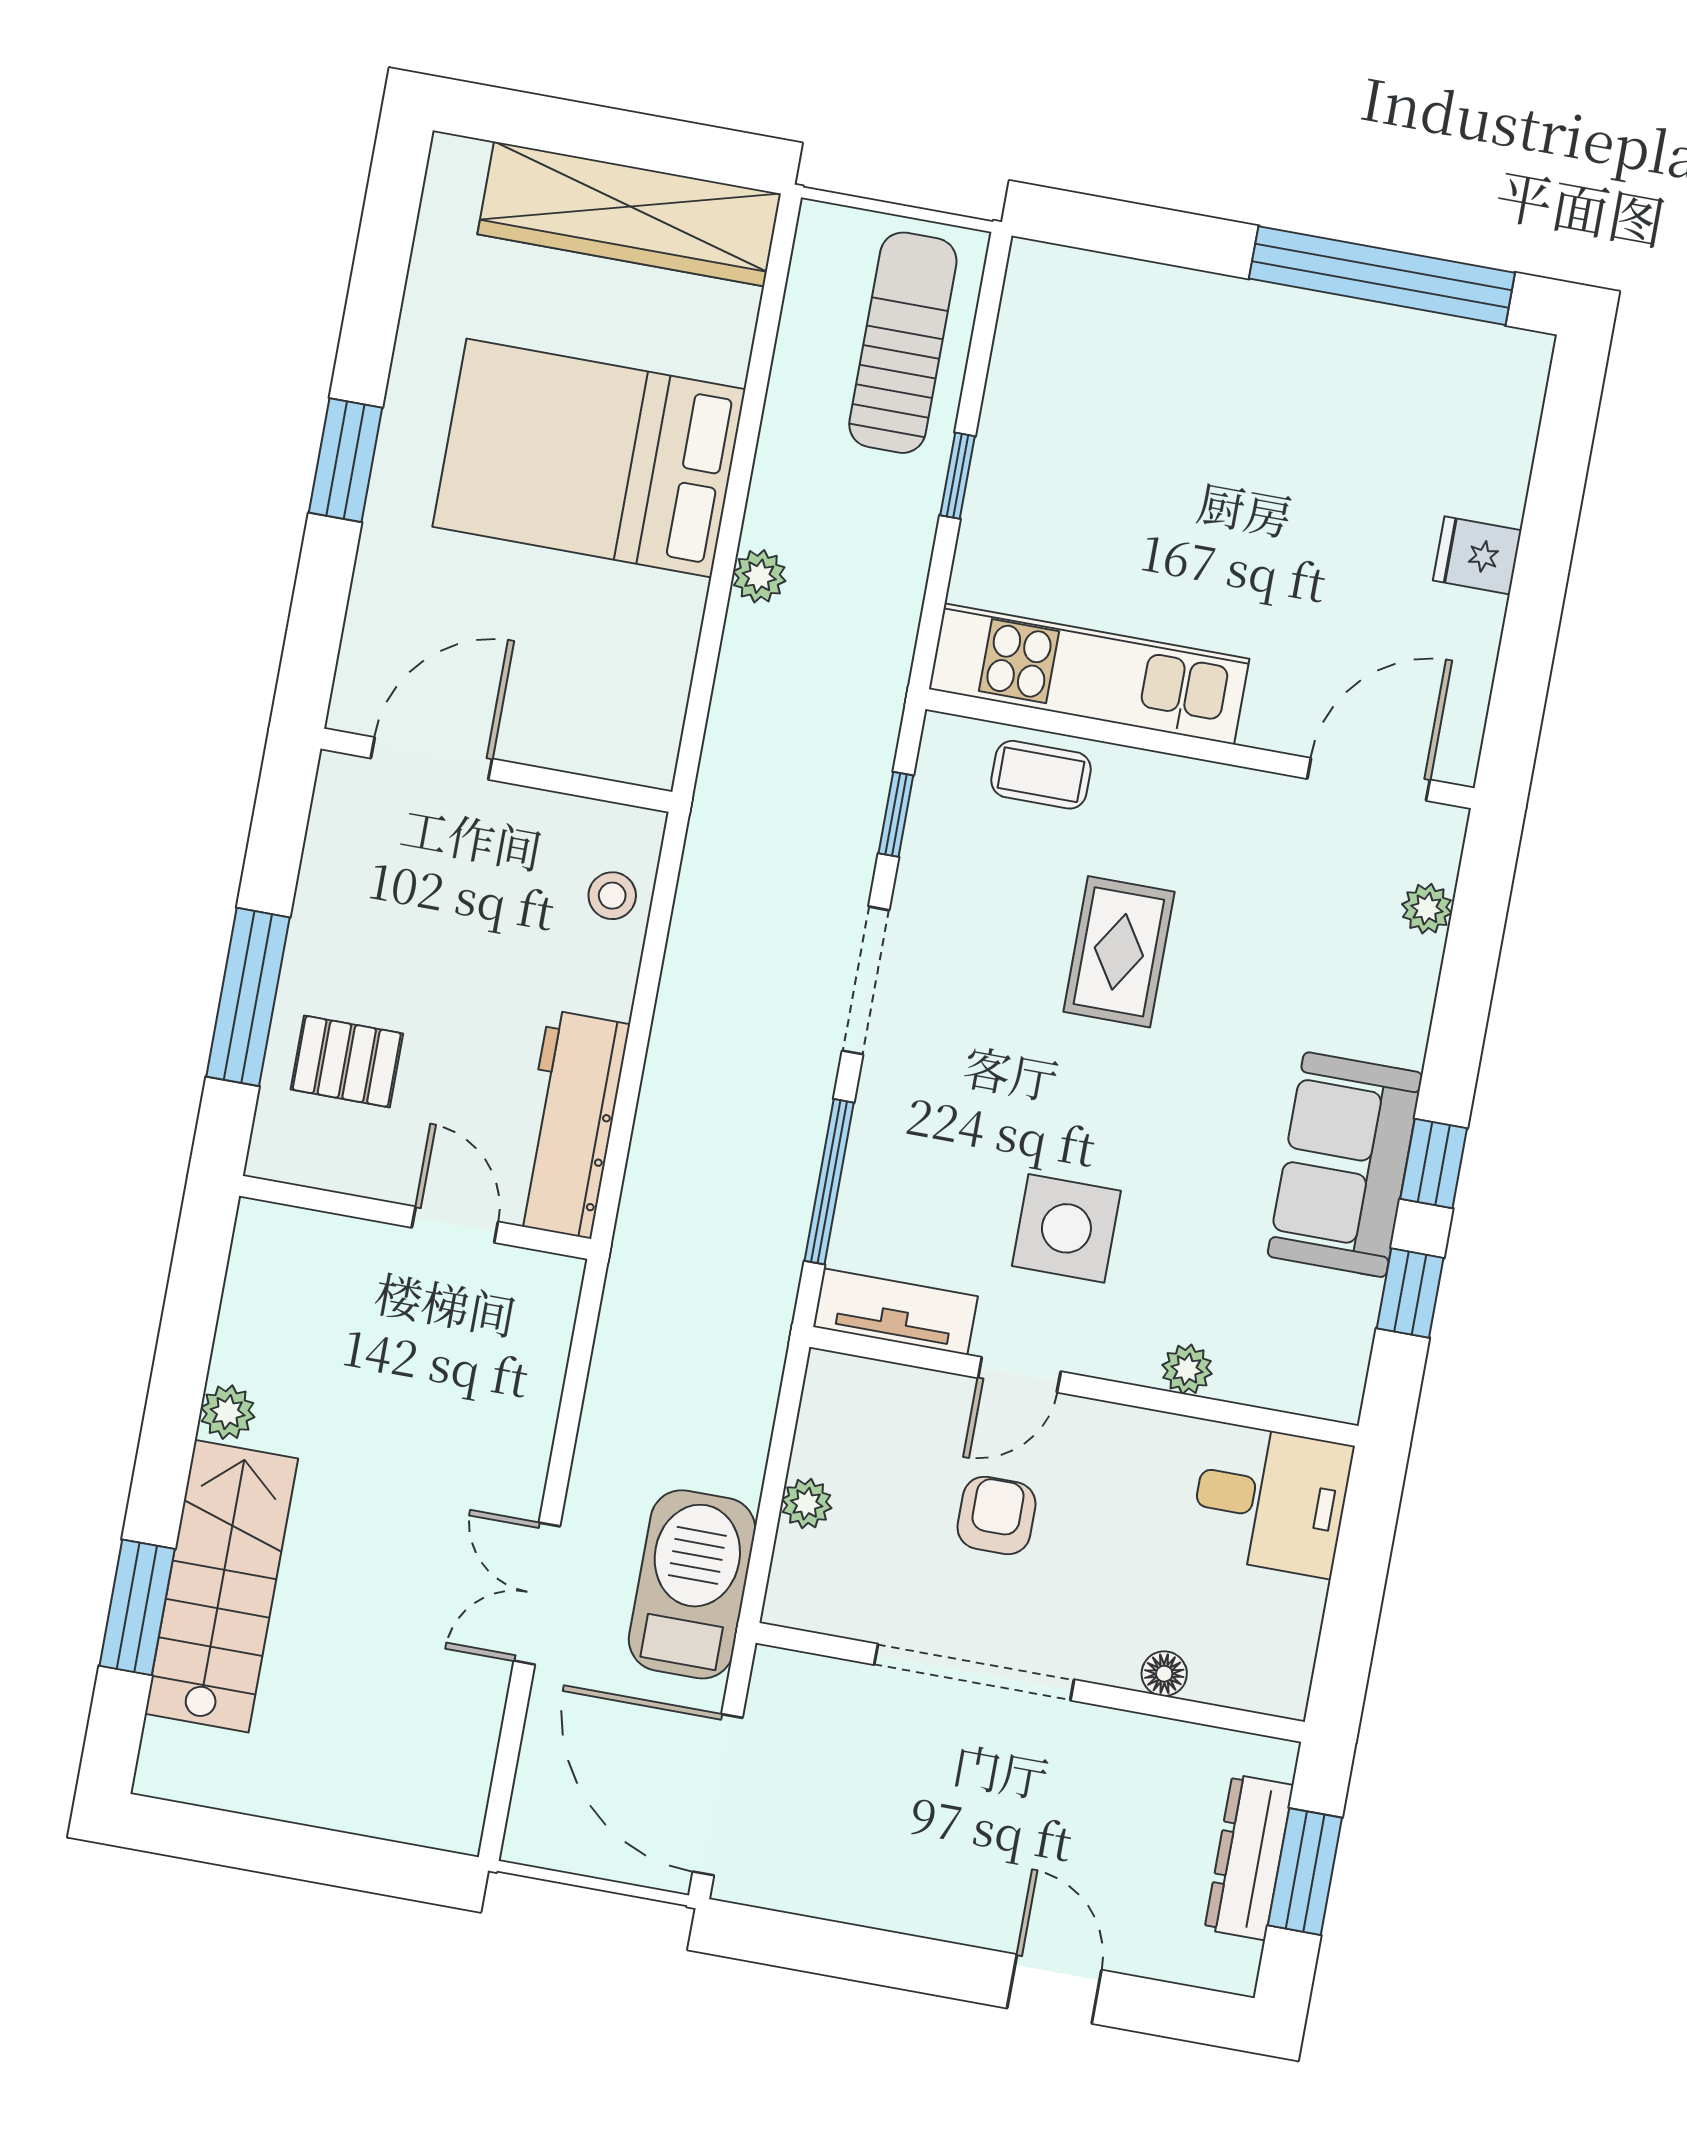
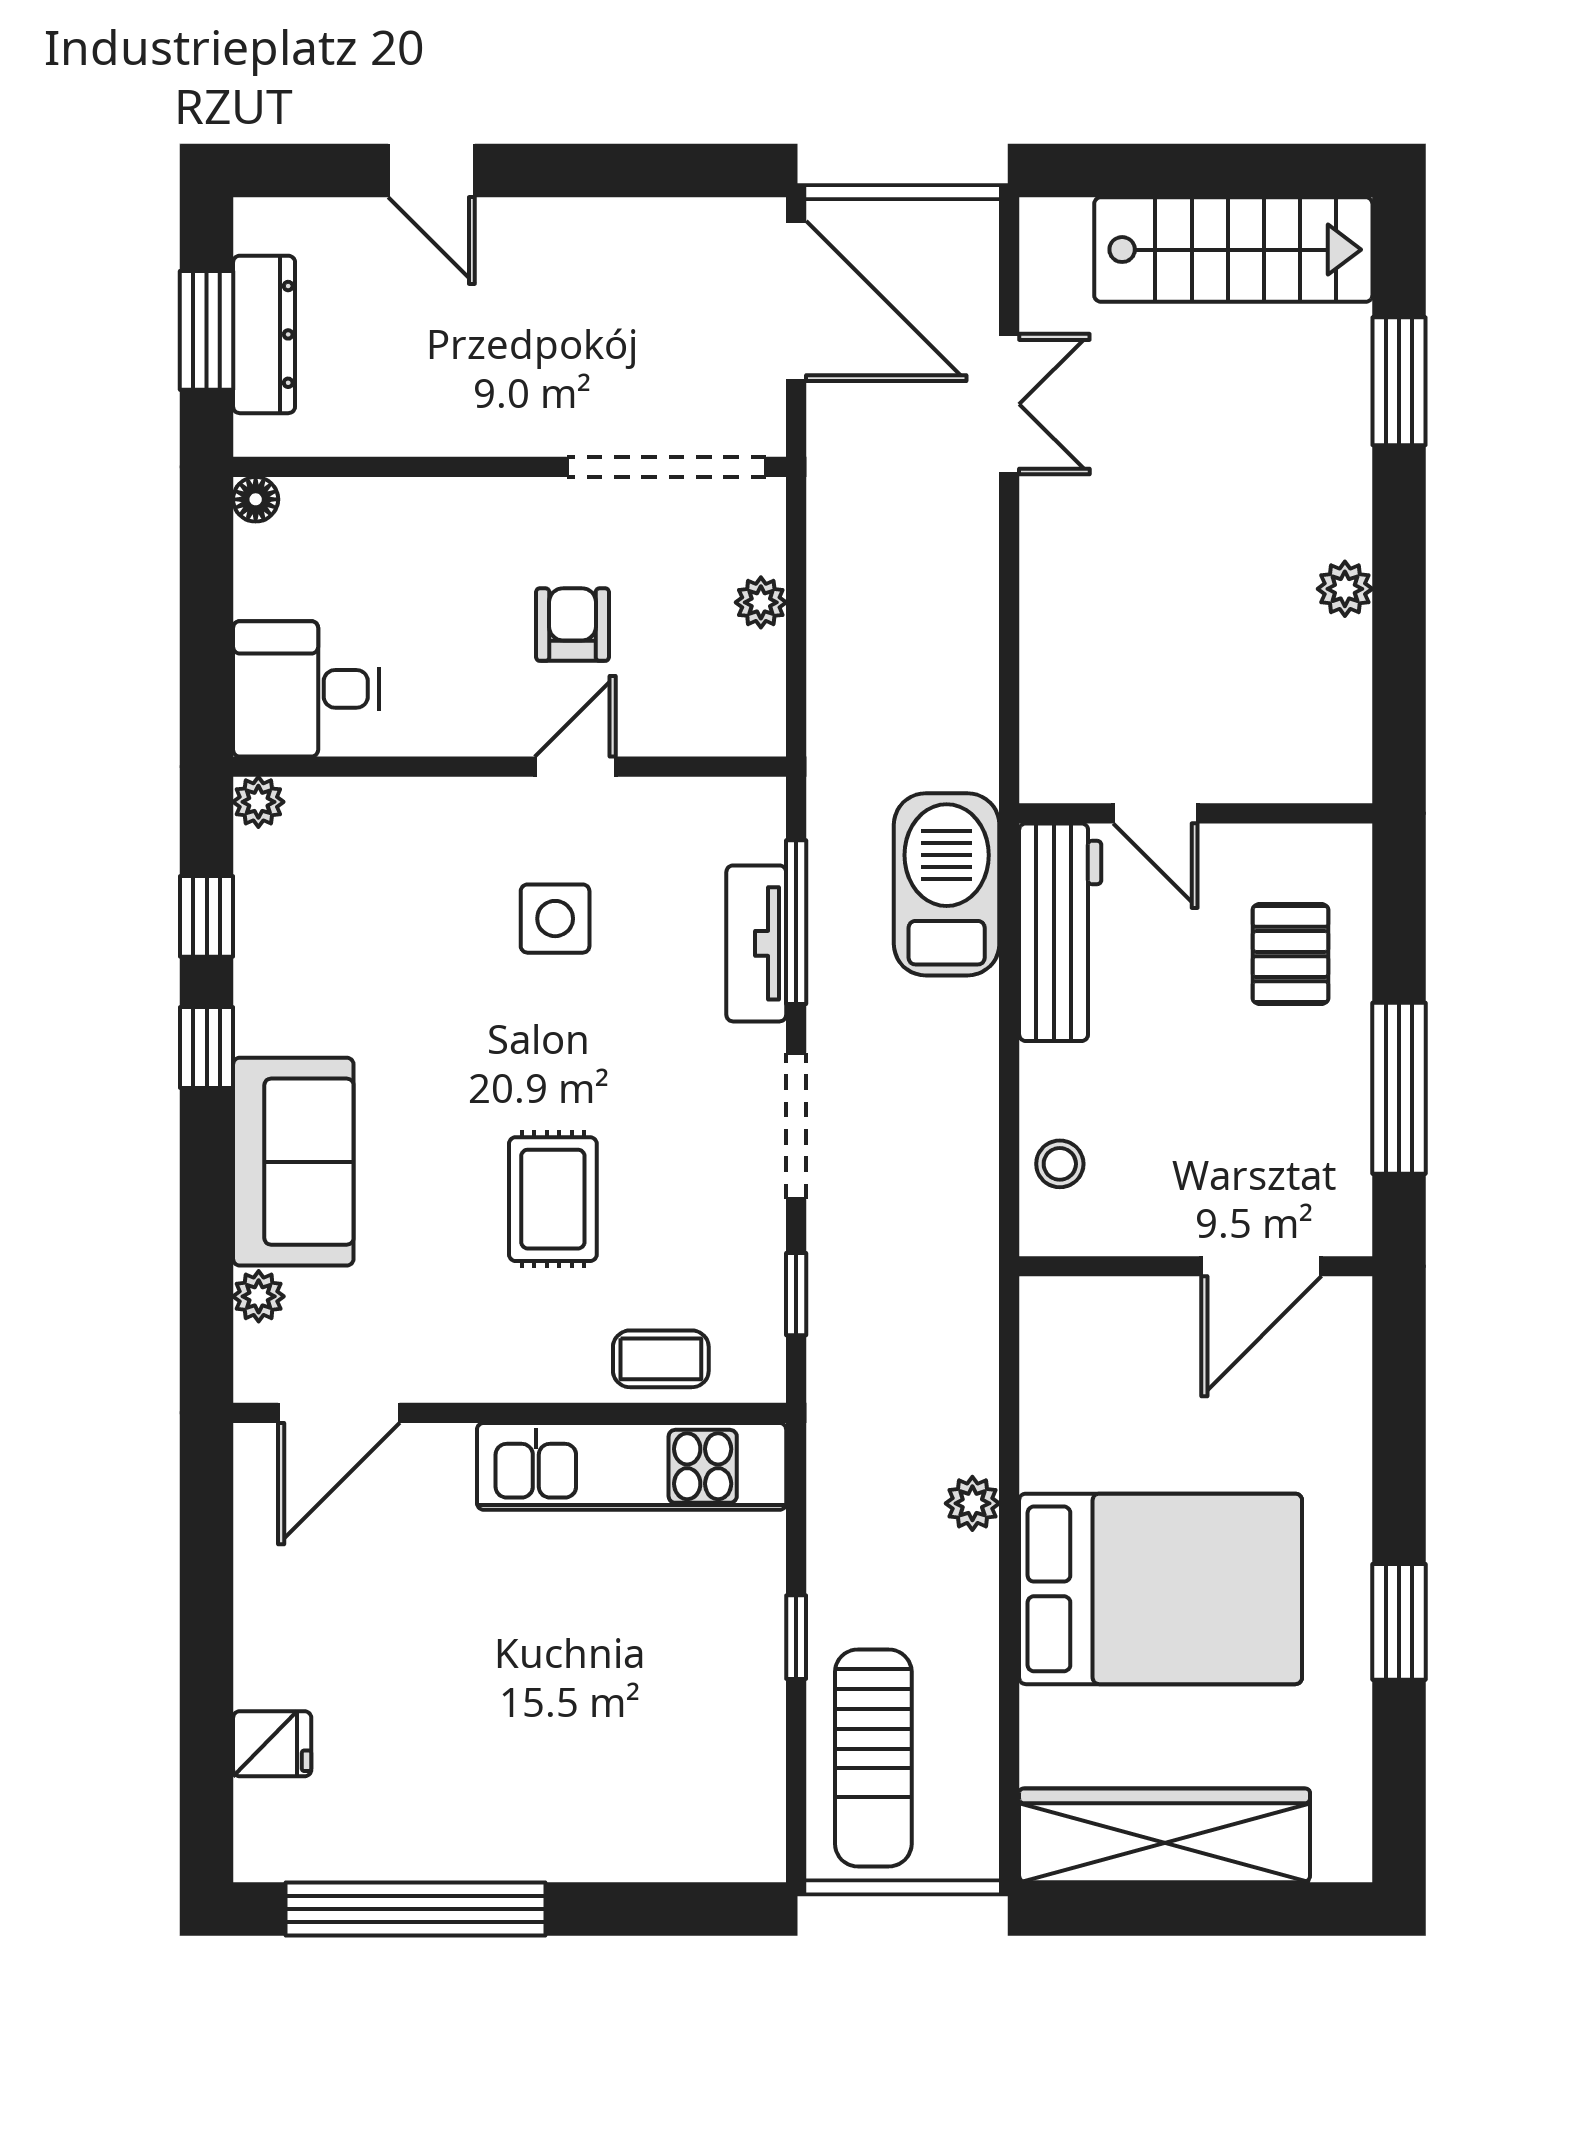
window: (345, 460) -> (1399, 1622), moved
fridge: (1477, 555) -> (272, 1744), moved
window: (248, 997) -> (1399, 1088), moved
pallet: (347, 1061) -> (1290, 954), turned 90
sofa: (1345, 1165) -> (293, 1162), moved
side table: (1066, 1228) -> (555, 919), width x0.73, depth x0.73
tv unit: (895, 1312) -> (756, 943), moved, turned 90
plant: (1187, 1369) -> (258, 802), moved
armchair: (996, 1515) -> (573, 625), turned 180
barbecue: (692, 1584) -> (947, 884), moved, turned 180
stairs: (222, 1586) -> (1233, 250), moved, turned -90
double door: (537, 1594) -> (1009, 404), moved
doorway: (974, 1672) -> (666, 467), moved
floor lamp: (1164, 1674) -> (256, 499), moved

